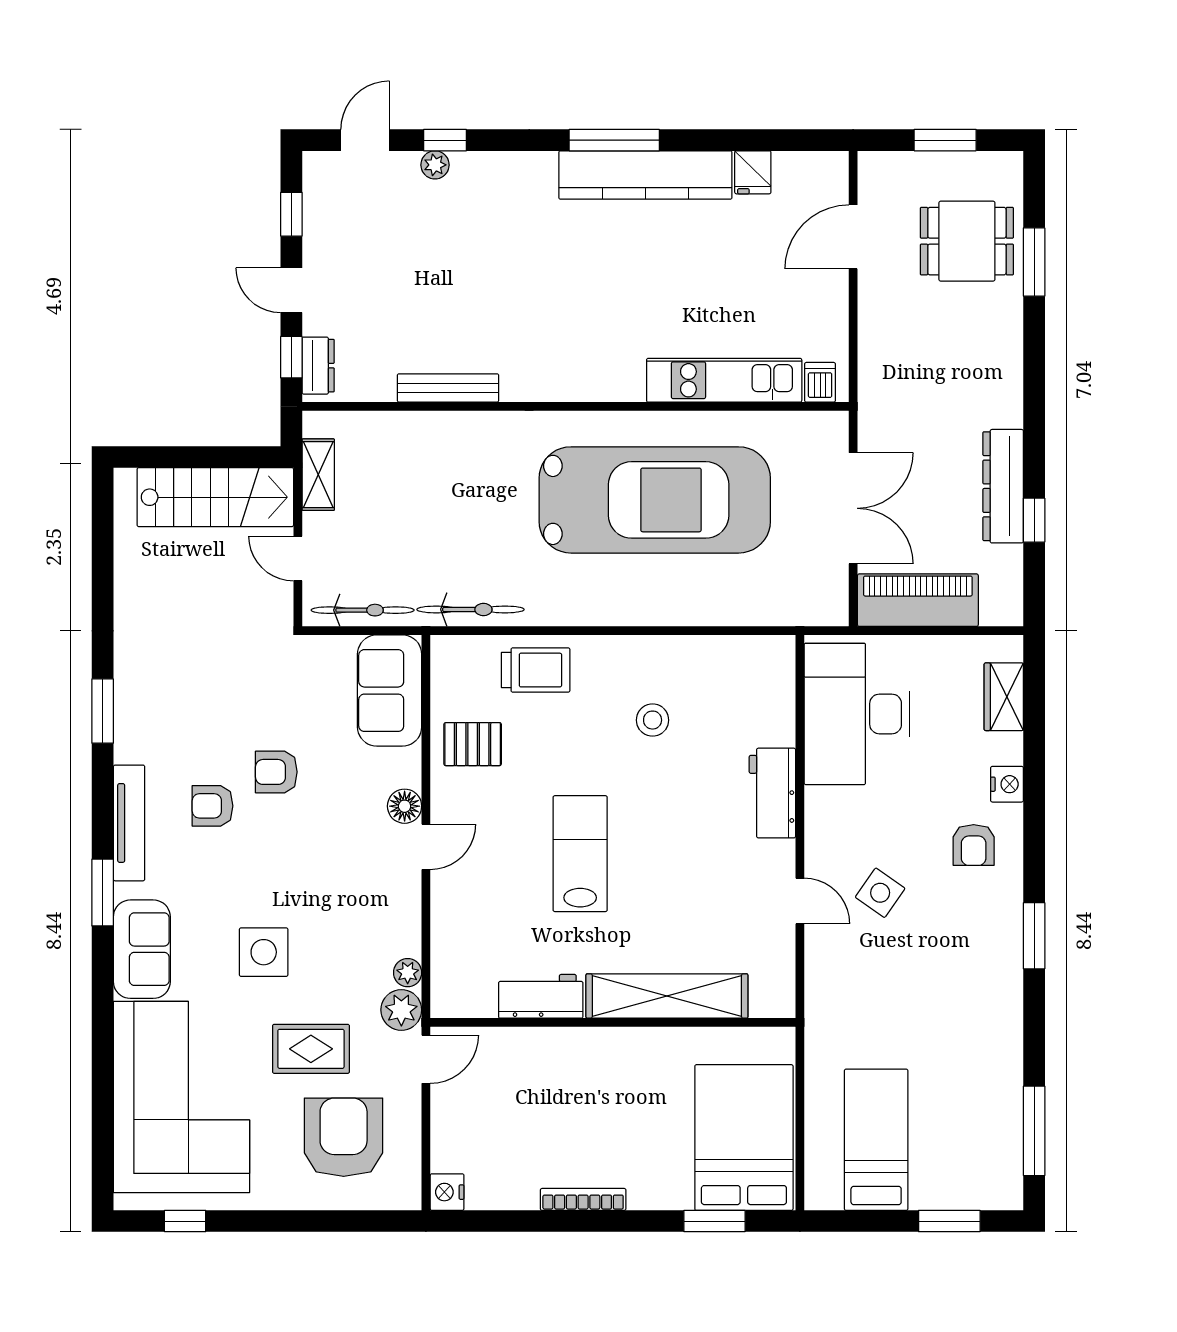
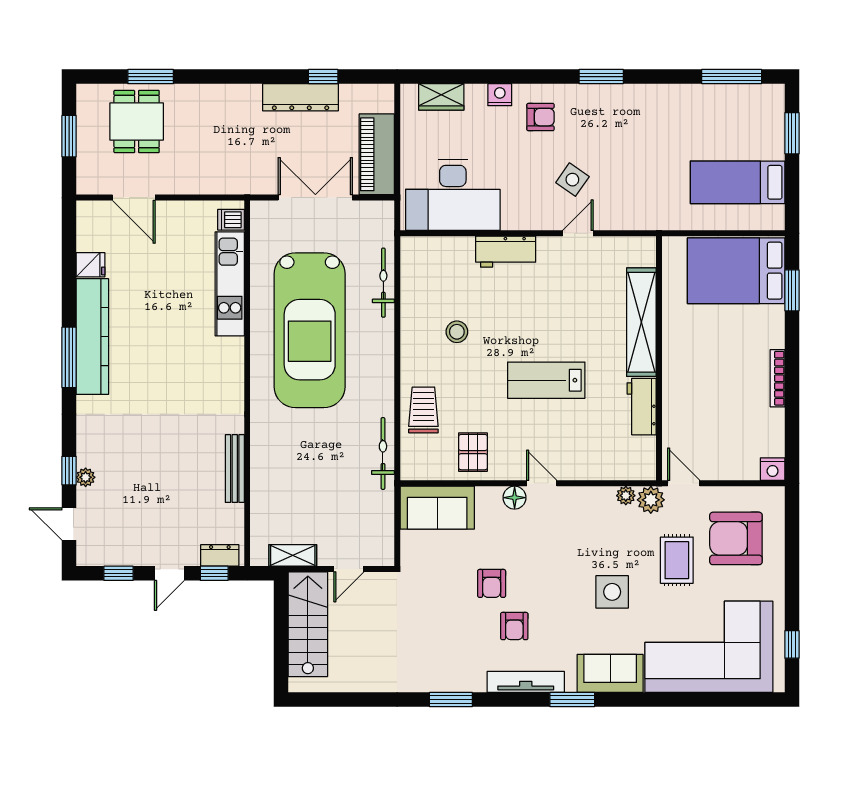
car: (655, 500) -> (310, 330), turned 180
bicycle: (363, 610) -> (383, 283), moved

